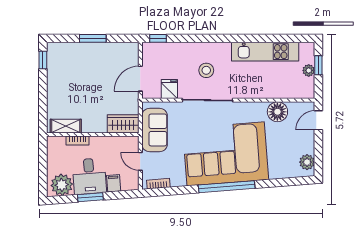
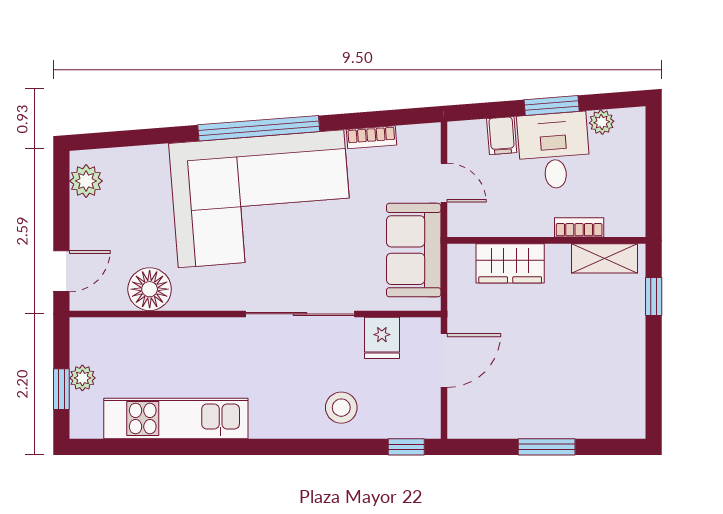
window: (43, 60) -> (654, 297), moved
stool: (206, 70) -> (341, 408), moved
wardrobe: (123, 124) -> (510, 263), moved
bookcase: (158, 184) -> (371, 137), moved
plant: (62, 185) -> (602, 122), width x0.53, depth x0.53

